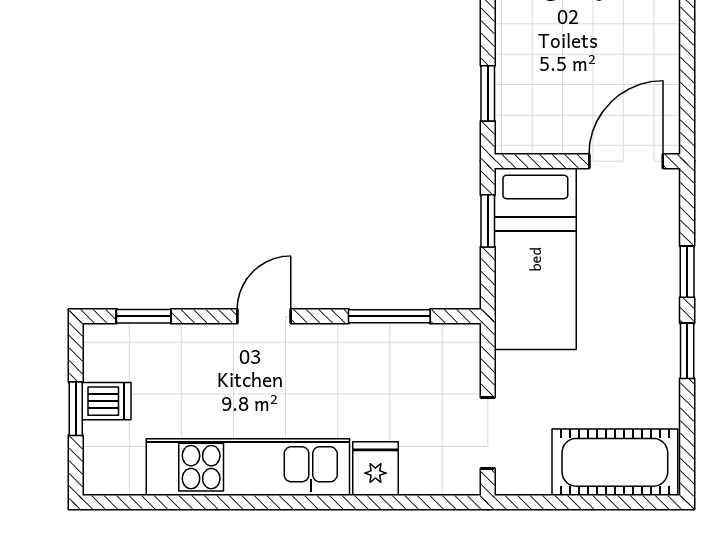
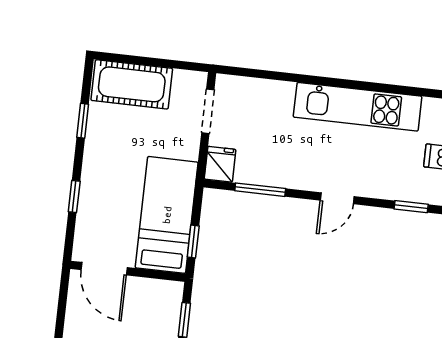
door: (626, 161) -> (104, 269), hinge flipped
window: (687, 351) -> (83, 121), moved
fridge: (375, 469) -> (220, 164), moved, turned 180

